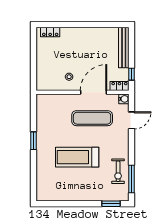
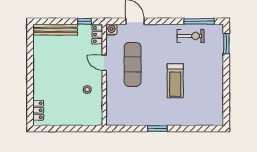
door: (94, 92) -> (104, 63), width x0.53
treadmill: (77, 157) -> (175, 81), width x0.73, depth x0.73

